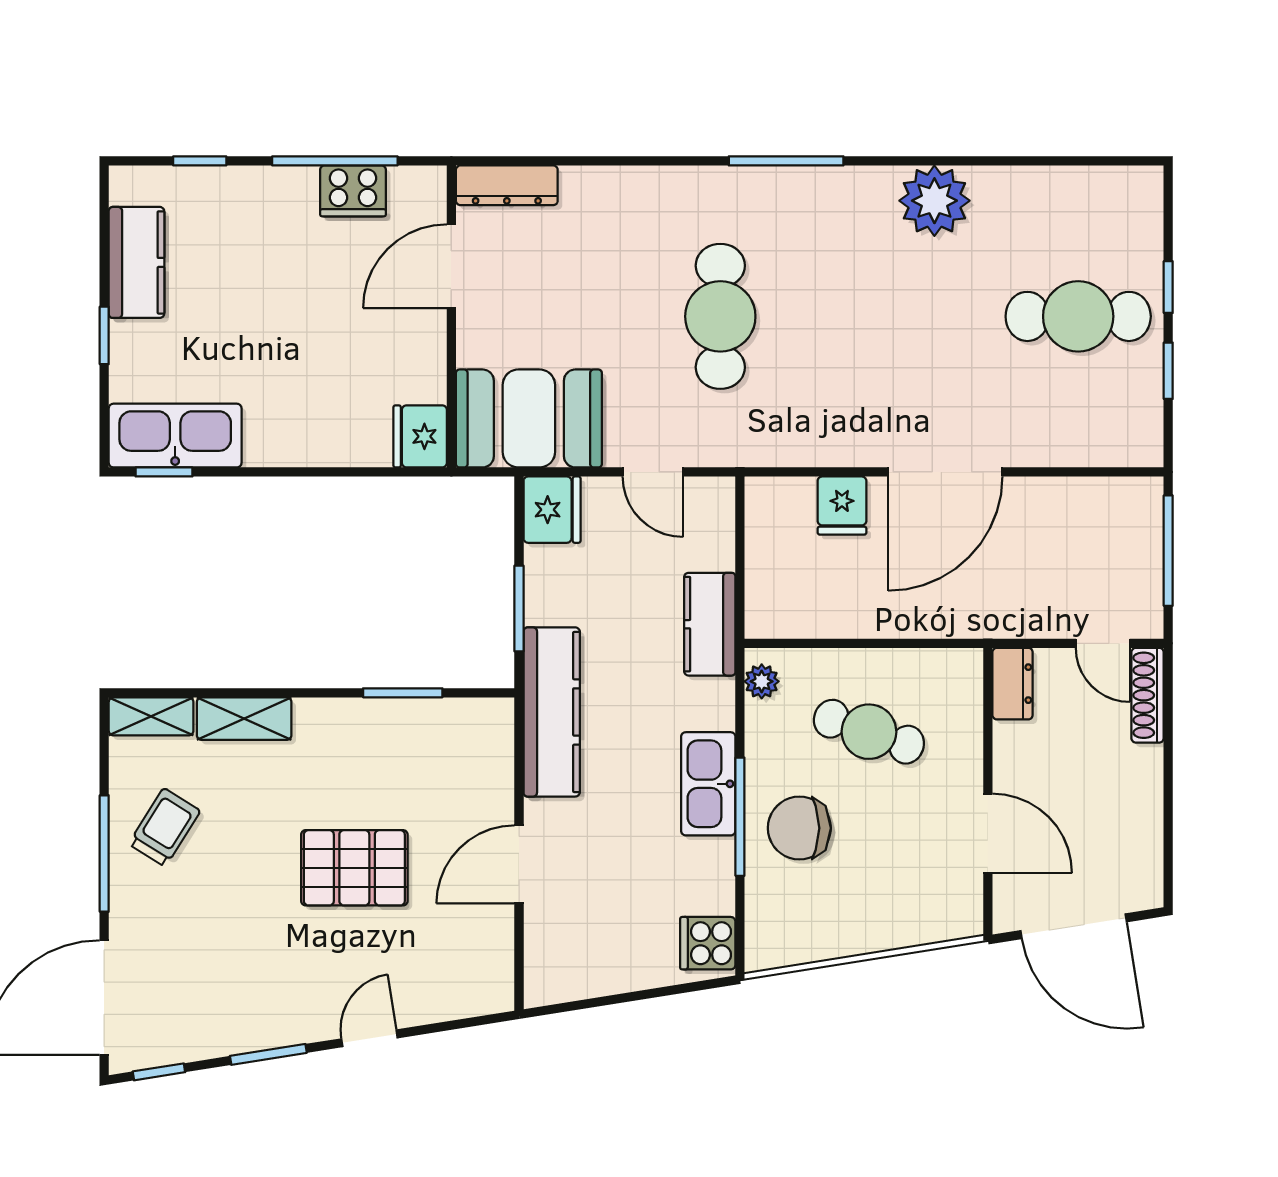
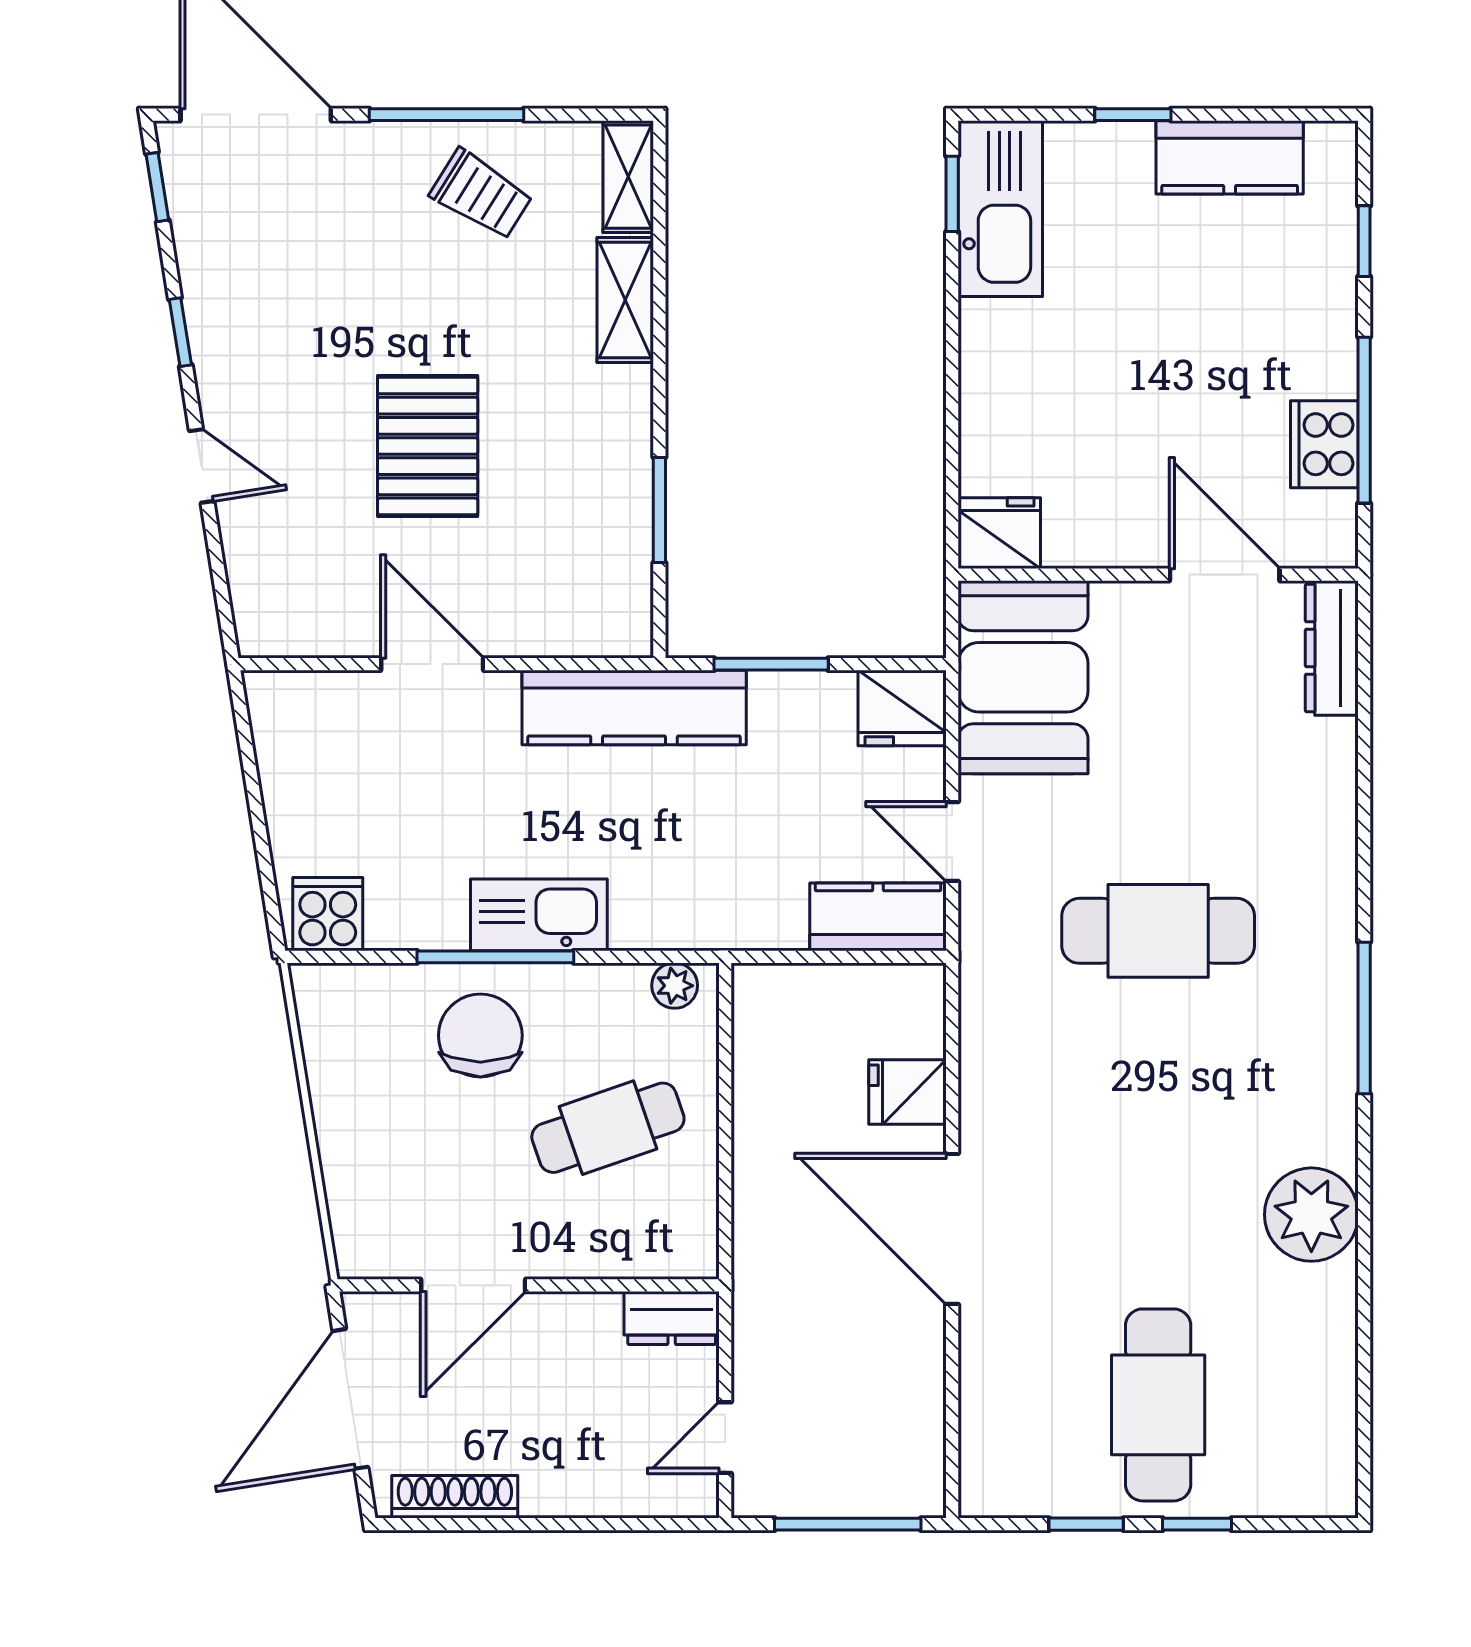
door: (653, 472) -> (952, 842), hinge flipped
kitchen counter: (710, 624) -> (878, 917), moved
shoe rack: (1148, 695) -> (455, 1497), moved
cafe table: (869, 732) -> (608, 1128), turned 52
window: (268, 1054) -> (180, 332), width x0.67

